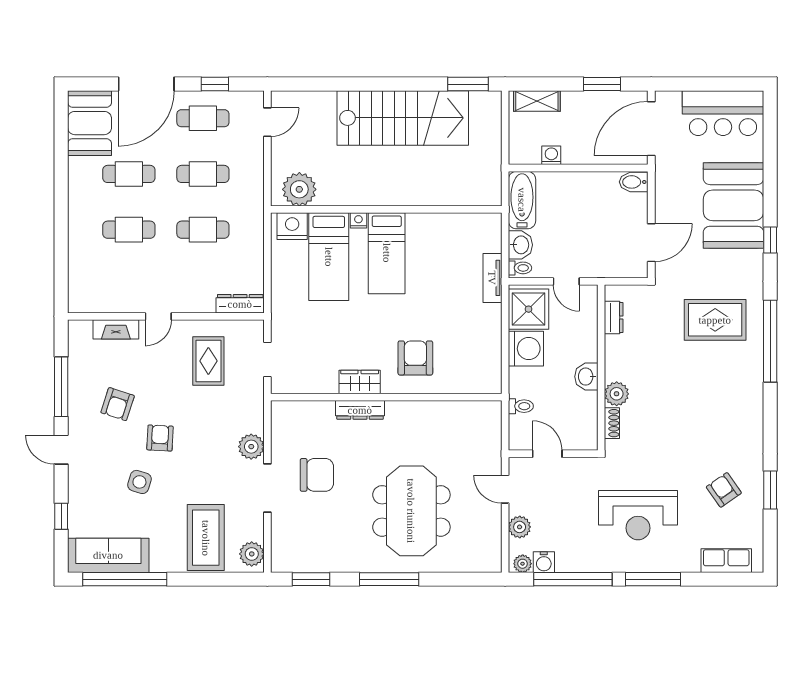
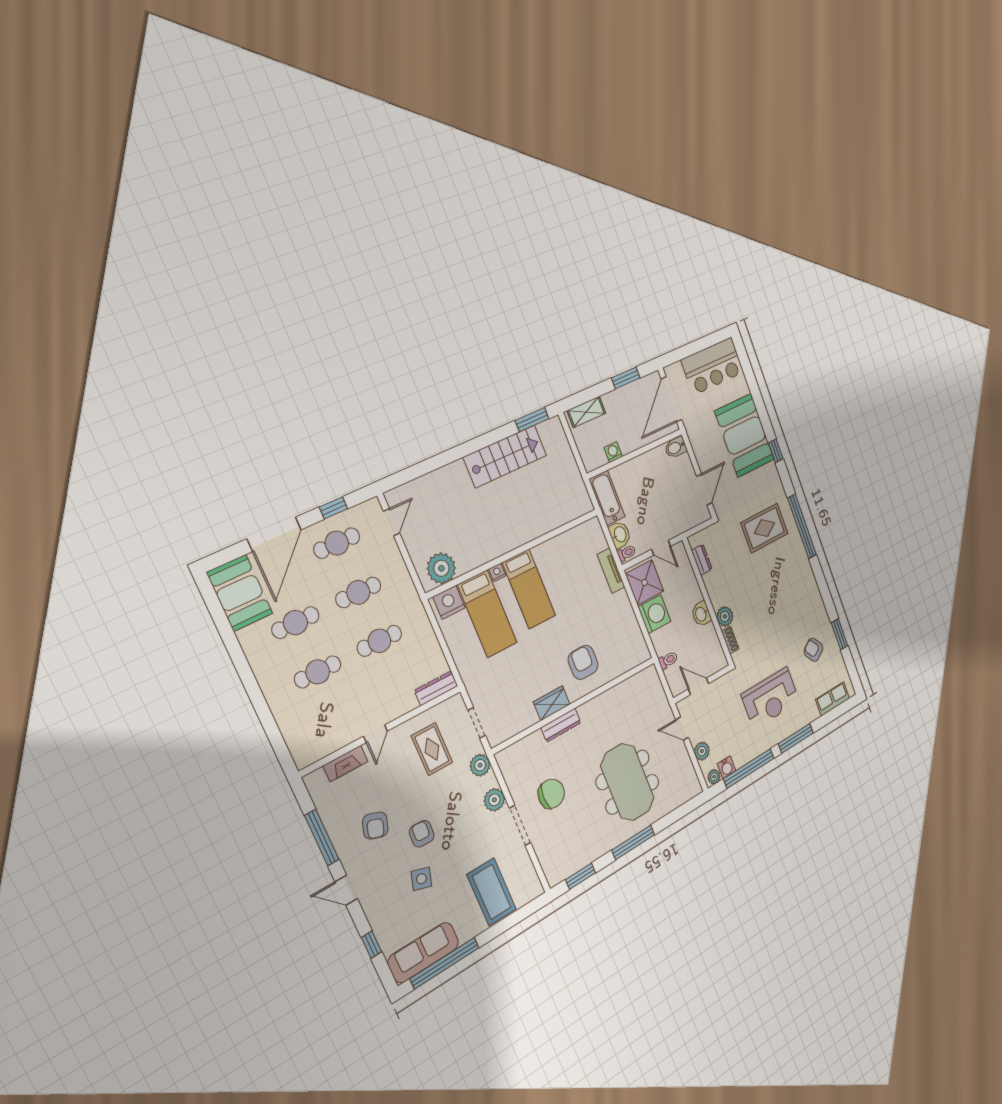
stairs: (403, 118) -> (505, 456), width x0.73, depth x0.66
plant: (252, 554) -> (480, 765), moved

